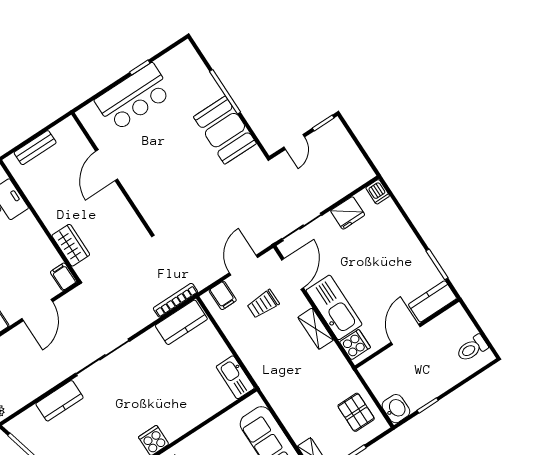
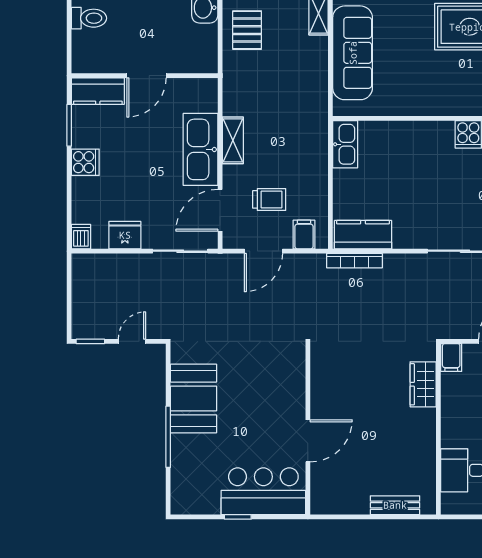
door: (107, 165) -> (308, 441), moved
wall: (112, 173) -> (308, 429), moved
cooker: (355, 345) -> (85, 162), moved, turned 180

